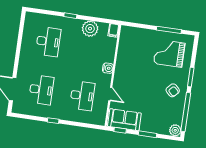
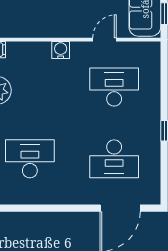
desk: (41, 90) -> (114, 159), turned 180

